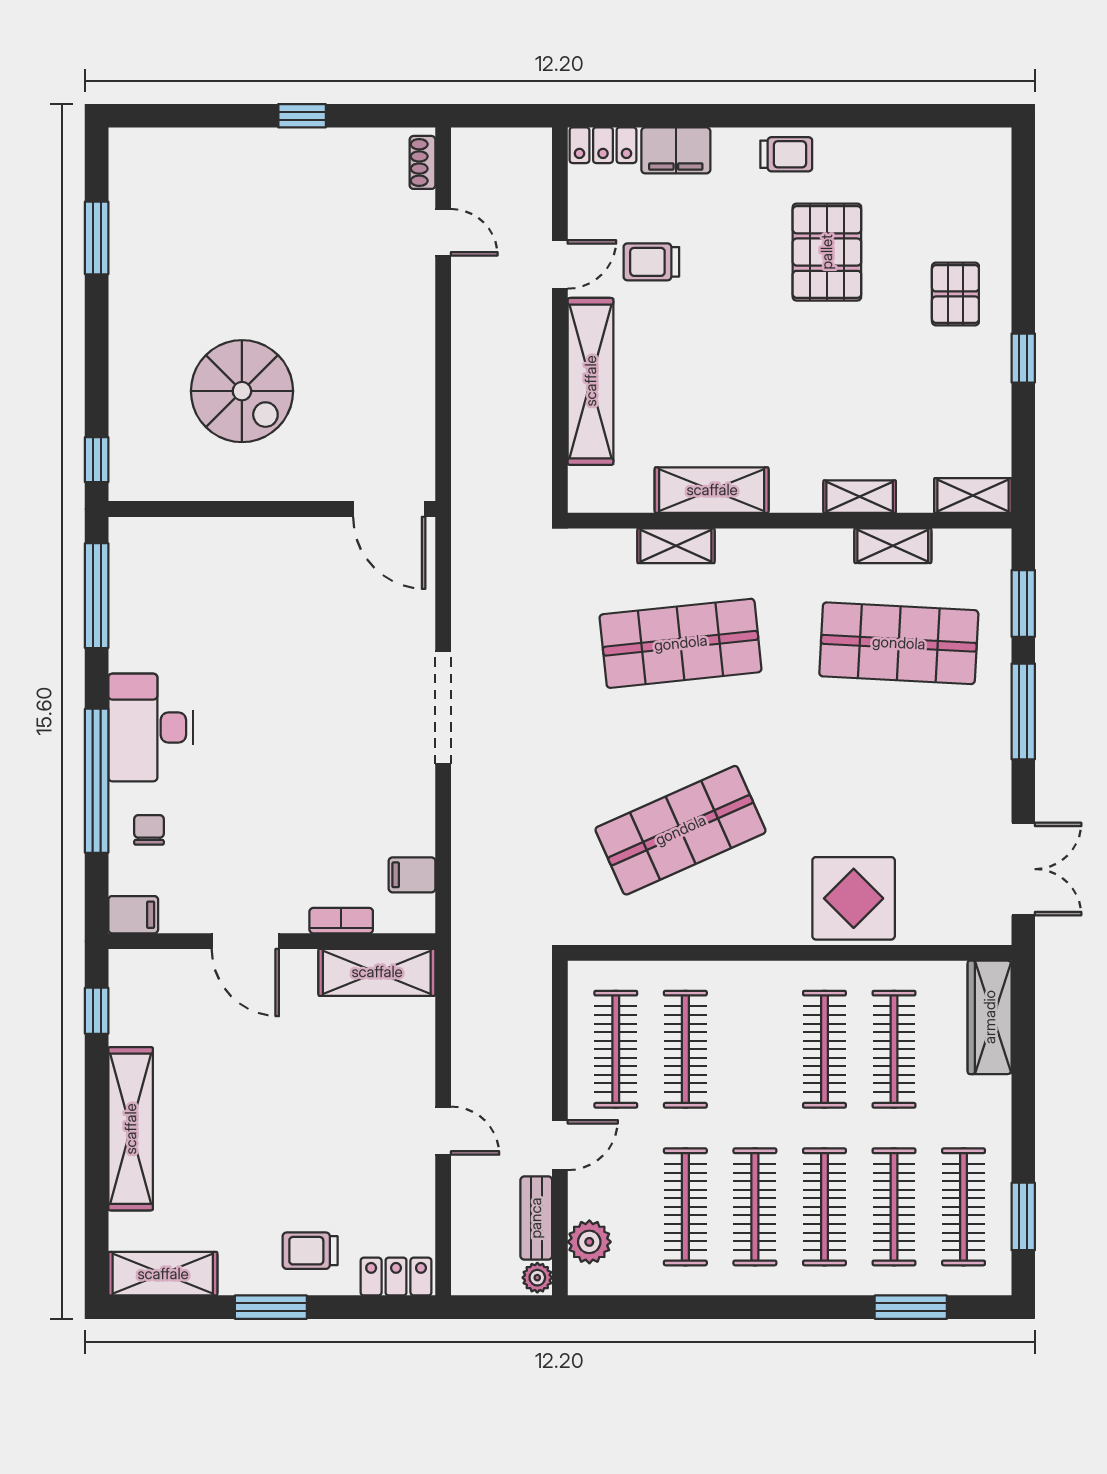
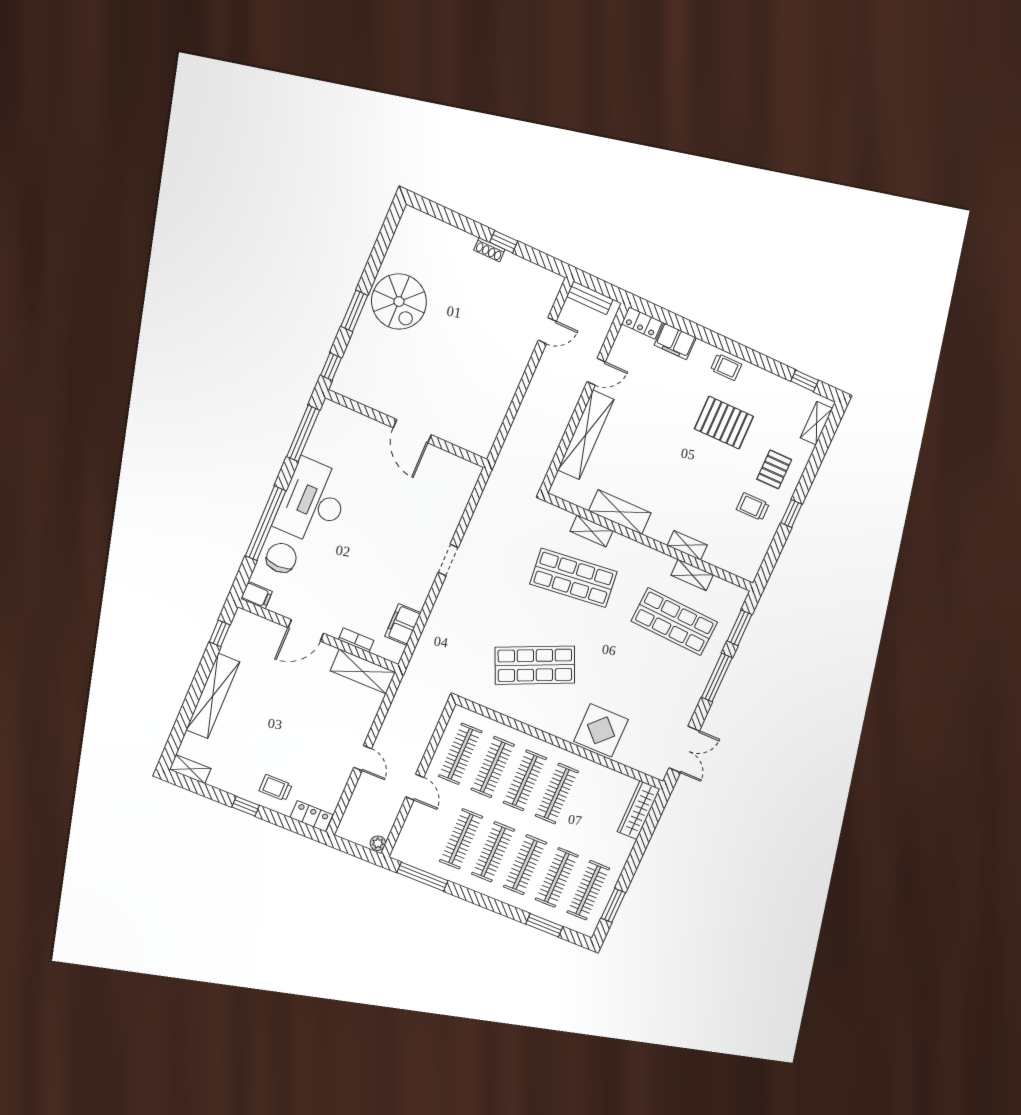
window: (938, 116) -> (805, 381), added
shoe rack: (422, 162) -> (489, 250), moved, turned -90
door: (443, 232) -> (547, 331), hinge flipped
window: (97, 238) -> (354, 311), moved
pallet: (827, 252) -> (724, 423), turned 90
trolley: (651, 262) -> (753, 507), moved
spiral stairs: (242, 391) -> (399, 302), moved
shelving: (973, 495) -> (817, 423), moved, turned 90
door: (389, 509) -> (412, 431), moved
doorway: (443, 708) -> (448, 560), width x0.53
desk: (151, 727) -> (313, 502), width x1.36, depth x1.30
chair: (149, 830) -> (281, 558), width x1.87, depth x1.87
filing cabinet: (412, 875) -> (403, 624), width x2.00
door: (245, 941) -> (306, 630), hinge flipped
clothes rail: (894, 1049) -> (525, 780), moved
door: (560, 1145) -> (415, 787), hinge flipped
bench: (536, 1218) -> (590, 298), moved, turned 90
plant: (589, 1242) -> (409, 837), removed
shelving: (163, 1274) -> (190, 769), width x0.67, depth x0.75
window: (271, 1307) -> (246, 806), width x0.67
window: (645, 1307) -> (422, 877), added

